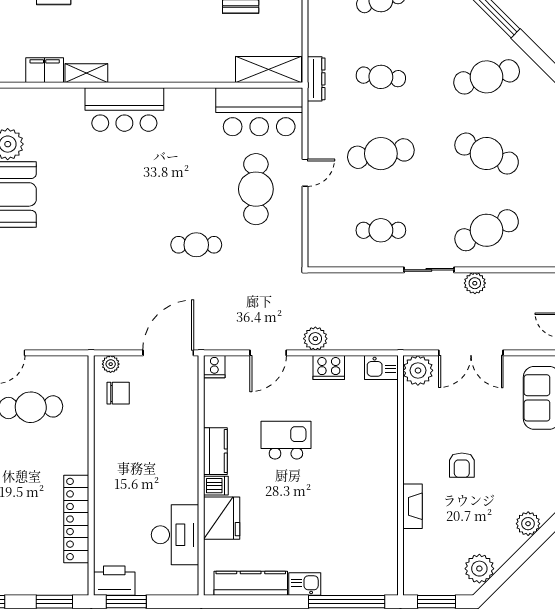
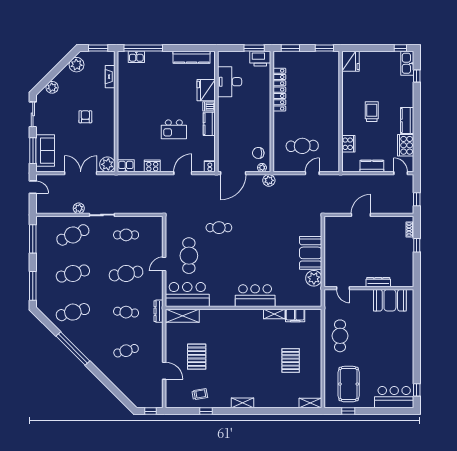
cafe table: (487, 154) -> (73, 273), turned -39
plant: (315, 339) -> (269, 180), moved
fireplace: (413, 506) -> (110, 77), moved
kitchen sink: (305, 584) -> (136, 57), moved

